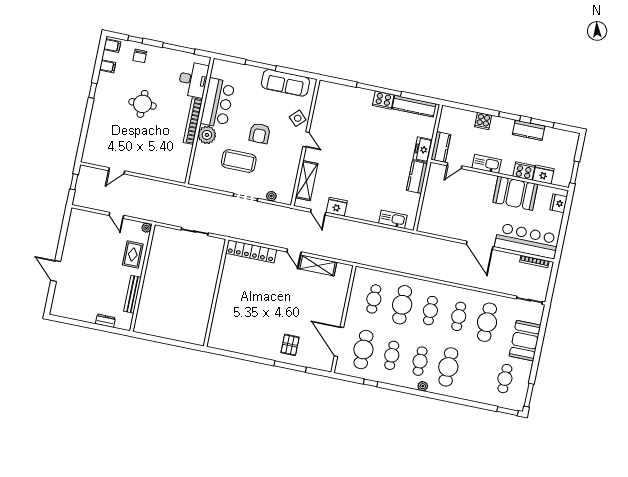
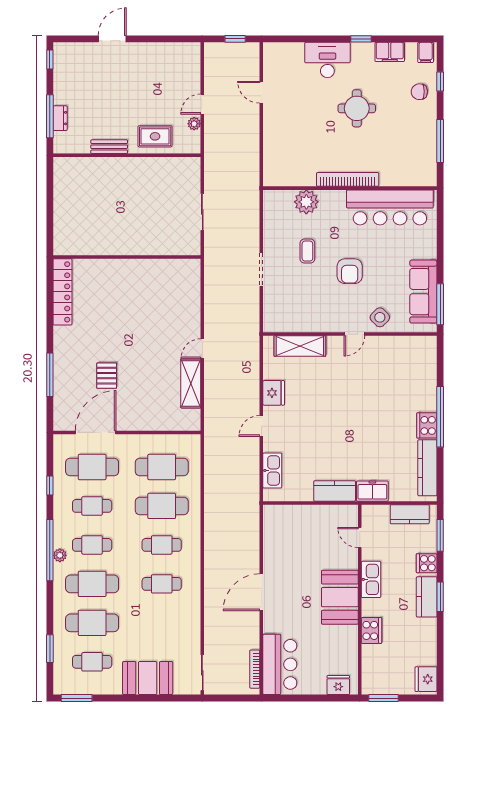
window: (261, 65) -> (440, 304), moved
filing cabinet: (108, 66) -> (390, 52), width x2.00
desk: (193, 80) -> (327, 60), moved, turned 180
bar counter: (218, 103) -> (390, 207), width x1.36
window: (542, 123) -> (440, 535), moved
kitchen counter: (529, 130) -> (427, 597), moved
armchair: (260, 133) -> (350, 271), turned -90
plant: (207, 135) -> (306, 202), moved
kitchen counter: (441, 147) -> (410, 514), moved
coffee table: (239, 161) -> (307, 251), width x0.54, depth x0.58
fridge: (543, 175) -> (426, 679), moved, turned 180
booth: (515, 193) -> (340, 597), moved
plant: (271, 196) -> (270, 304), removed
door: (318, 212) -> (261, 426), moved
plant: (147, 228) -> (194, 124), moved
bar counter: (527, 241) -> (280, 664), width x0.73
locker: (251, 251) -> (63, 292), moved, turned 180
bench: (132, 294) -> (109, 147), width x0.73
cafe table: (374, 299) -> (162, 467), width x1.37, depth x1.35
window: (61, 319) -> (50, 59), added
cafe table: (487, 322) -> (92, 623), moved
window: (103, 328) -> (50, 116), added
pallet: (290, 345) -> (107, 376), moved, turned 90
window: (418, 393) -> (50, 550), added
window: (508, 411) -> (50, 649), moved

